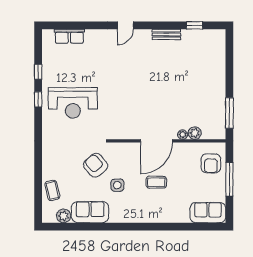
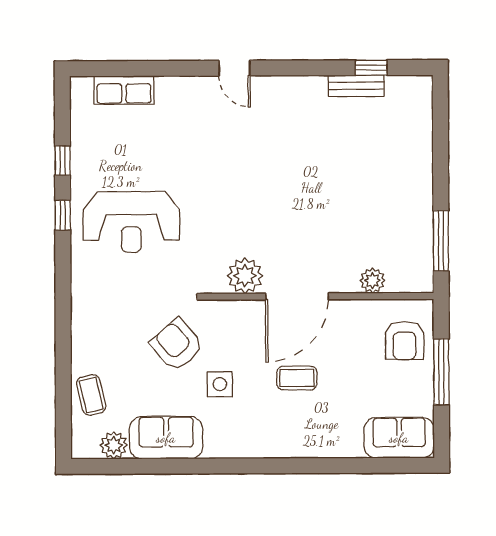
door: (125, 25) -> (234, 68), hinge flipped
bench: (166, 34) -> (356, 86), moved
plant: (183, 135) -> (245, 276), moved, width x1.88, depth x1.88

